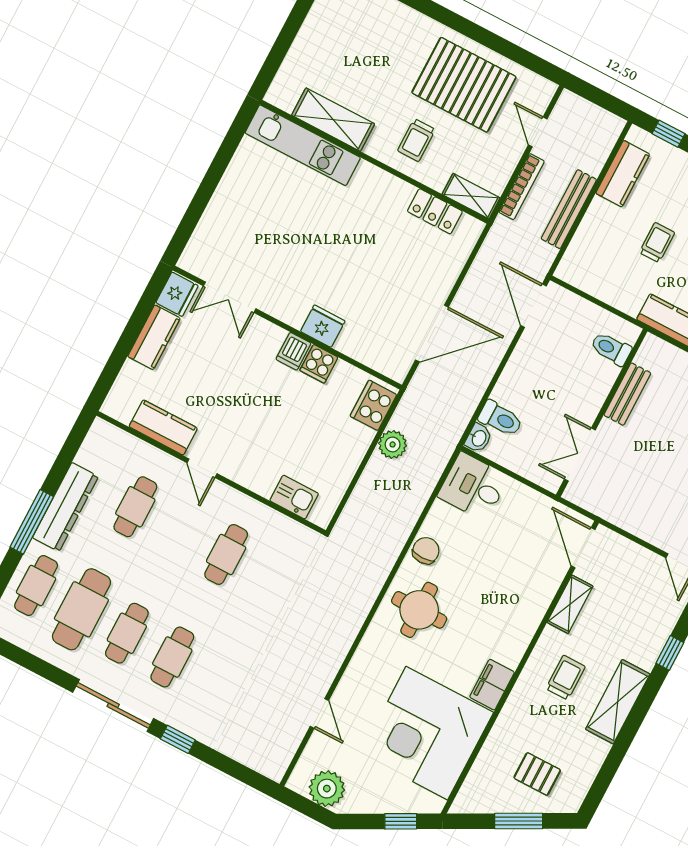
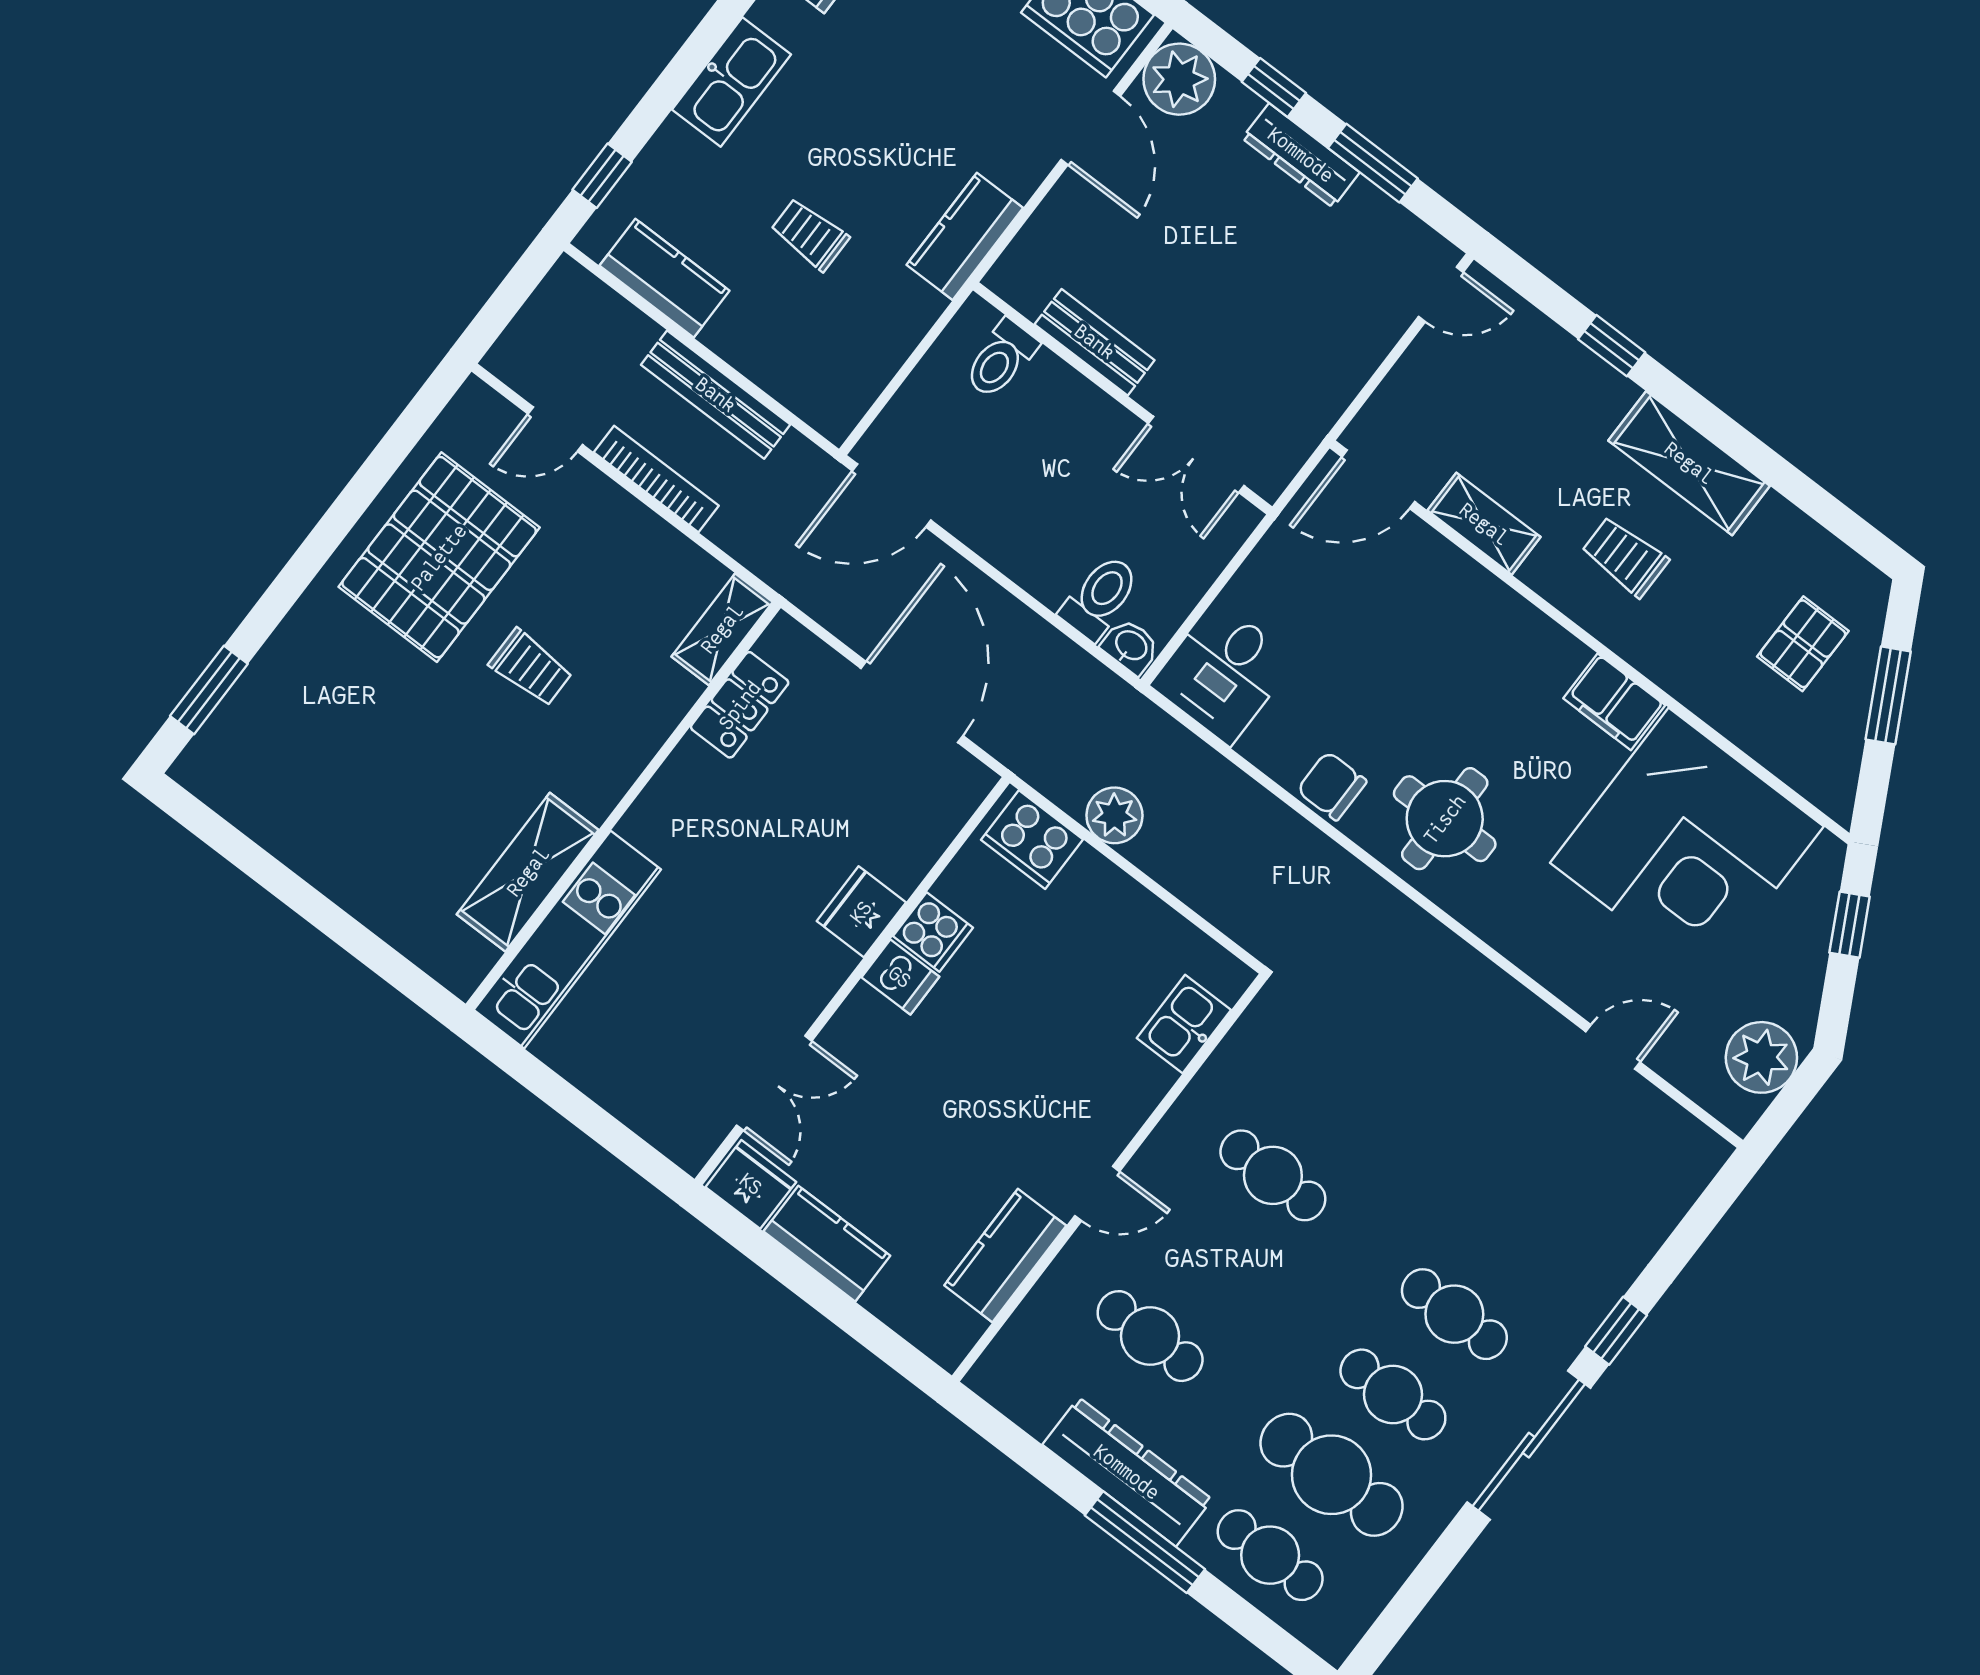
shelving: (333, 120) -> (528, 872), moved
kitchen unit: (303, 145) -> (567, 940), moved
wall: (374, 162) -> (623, 806), moved
shelving: (471, 196) -> (722, 629), moved
locker: (435, 211) -> (740, 705), moved

